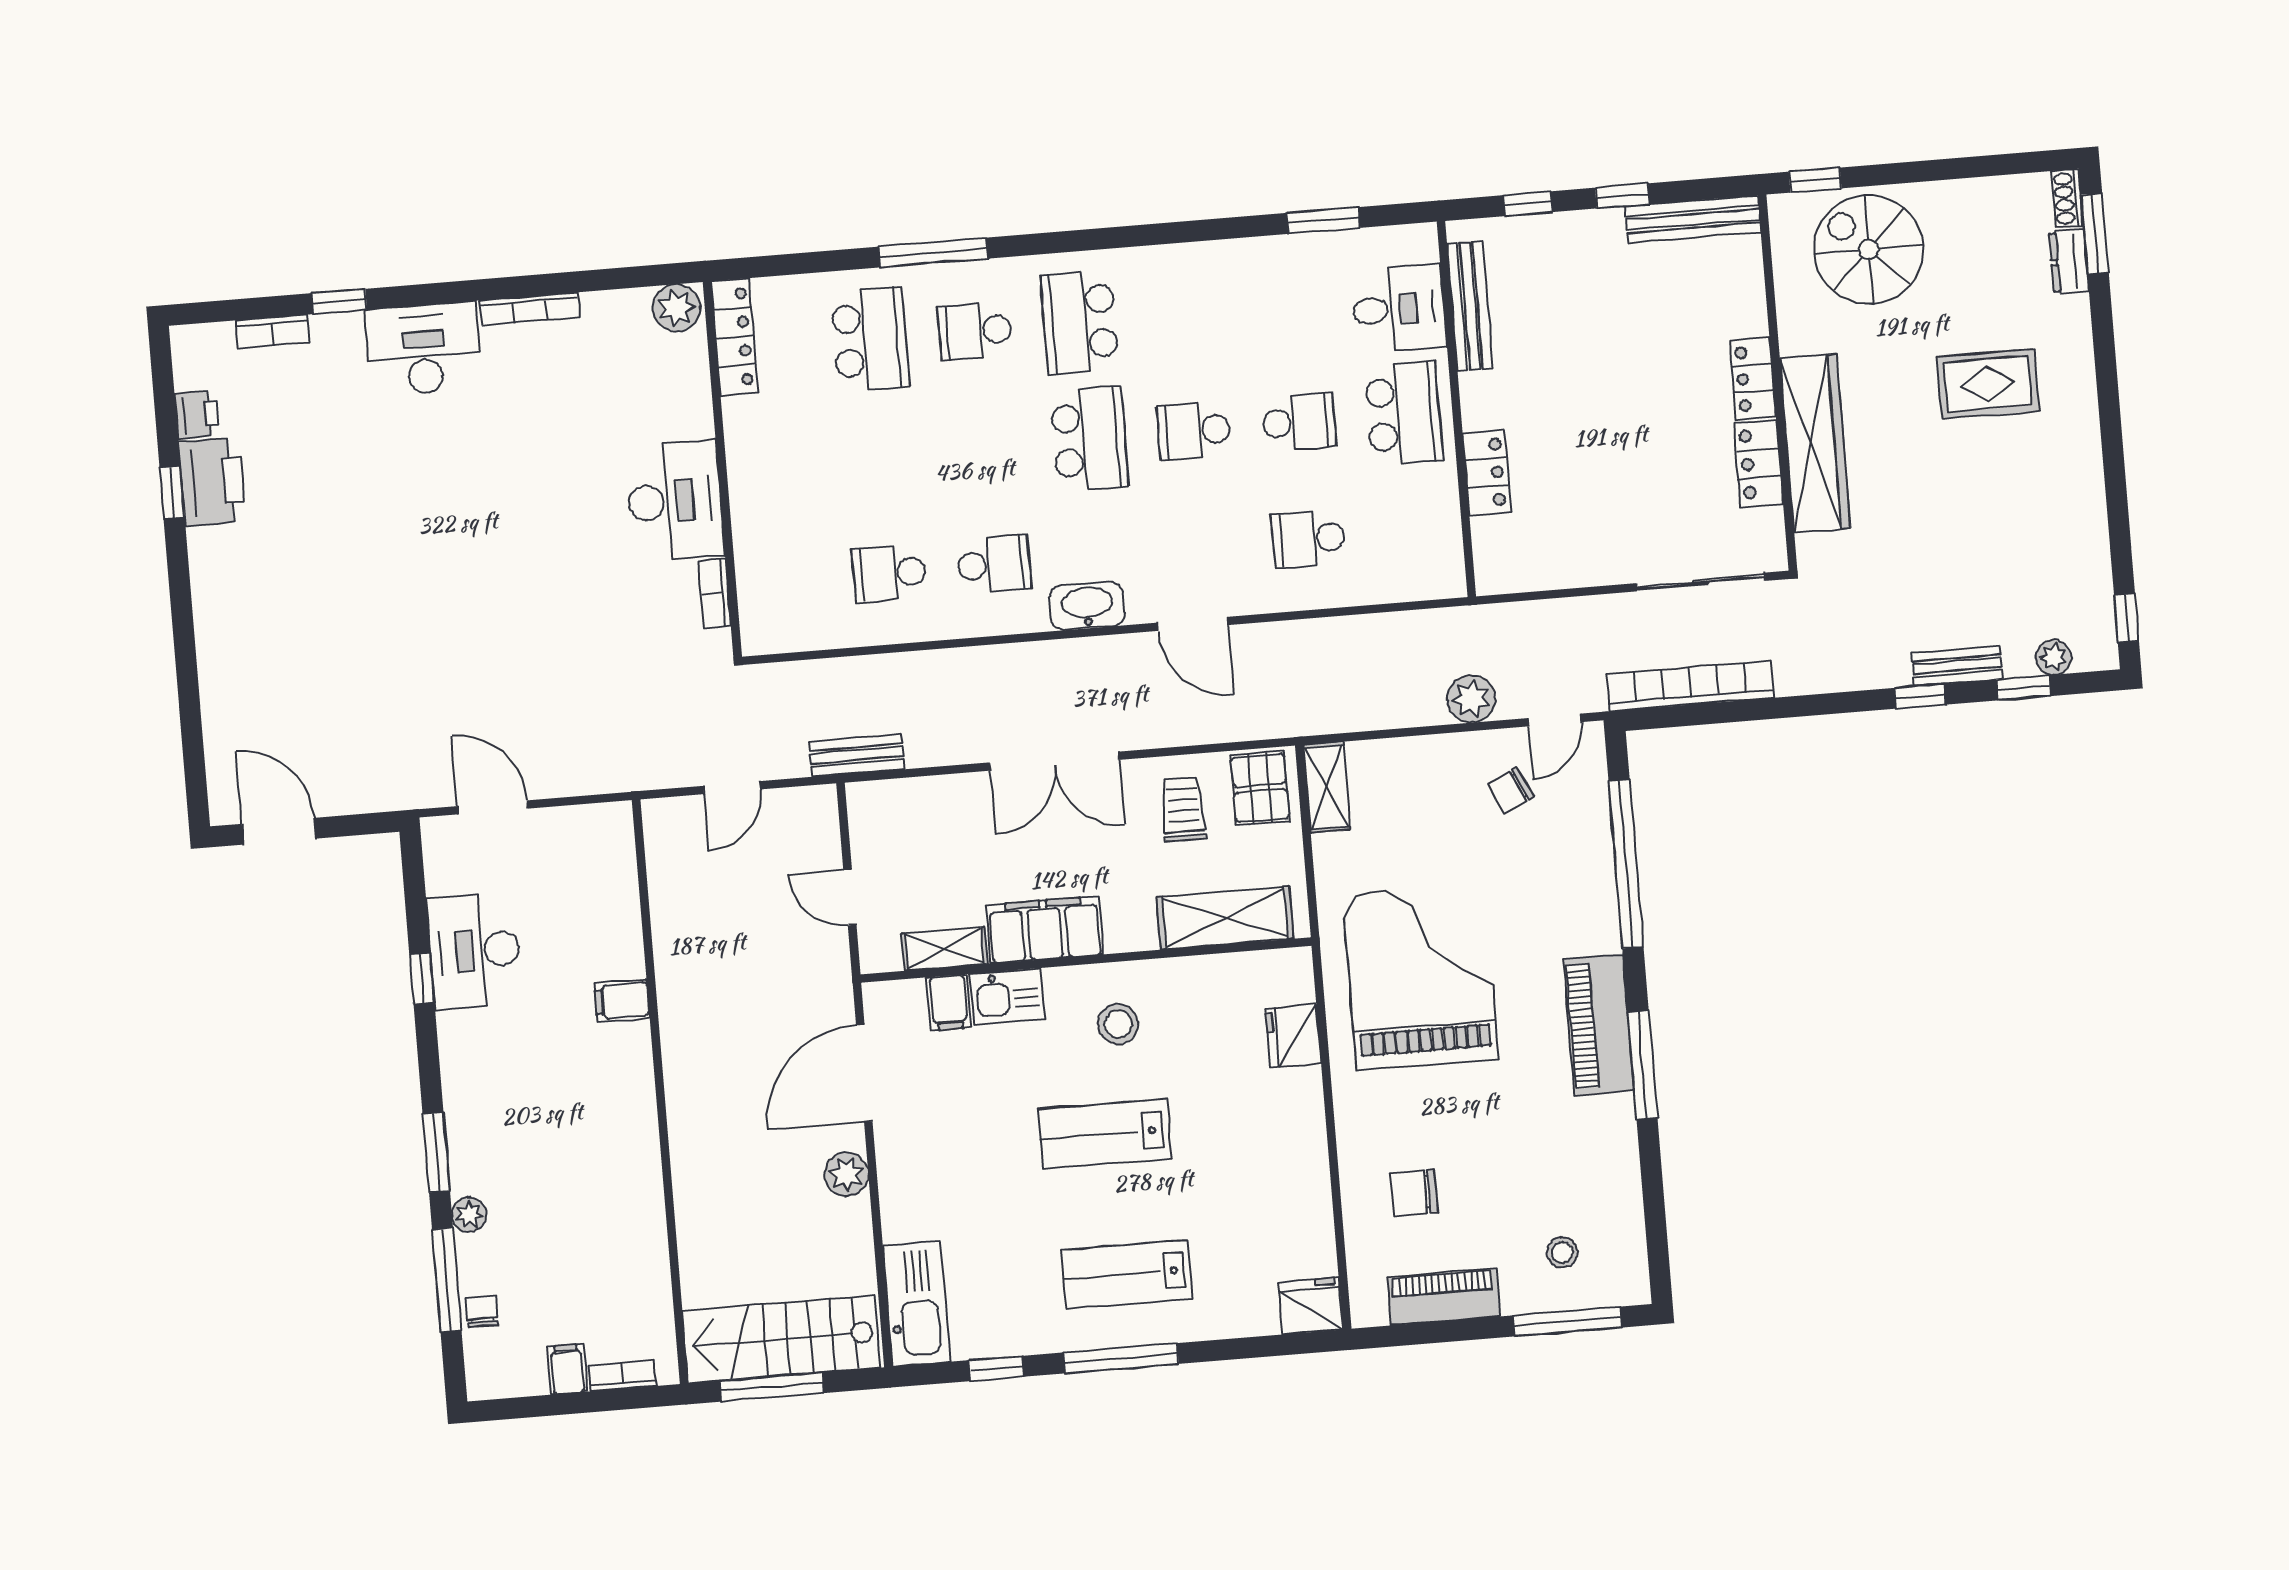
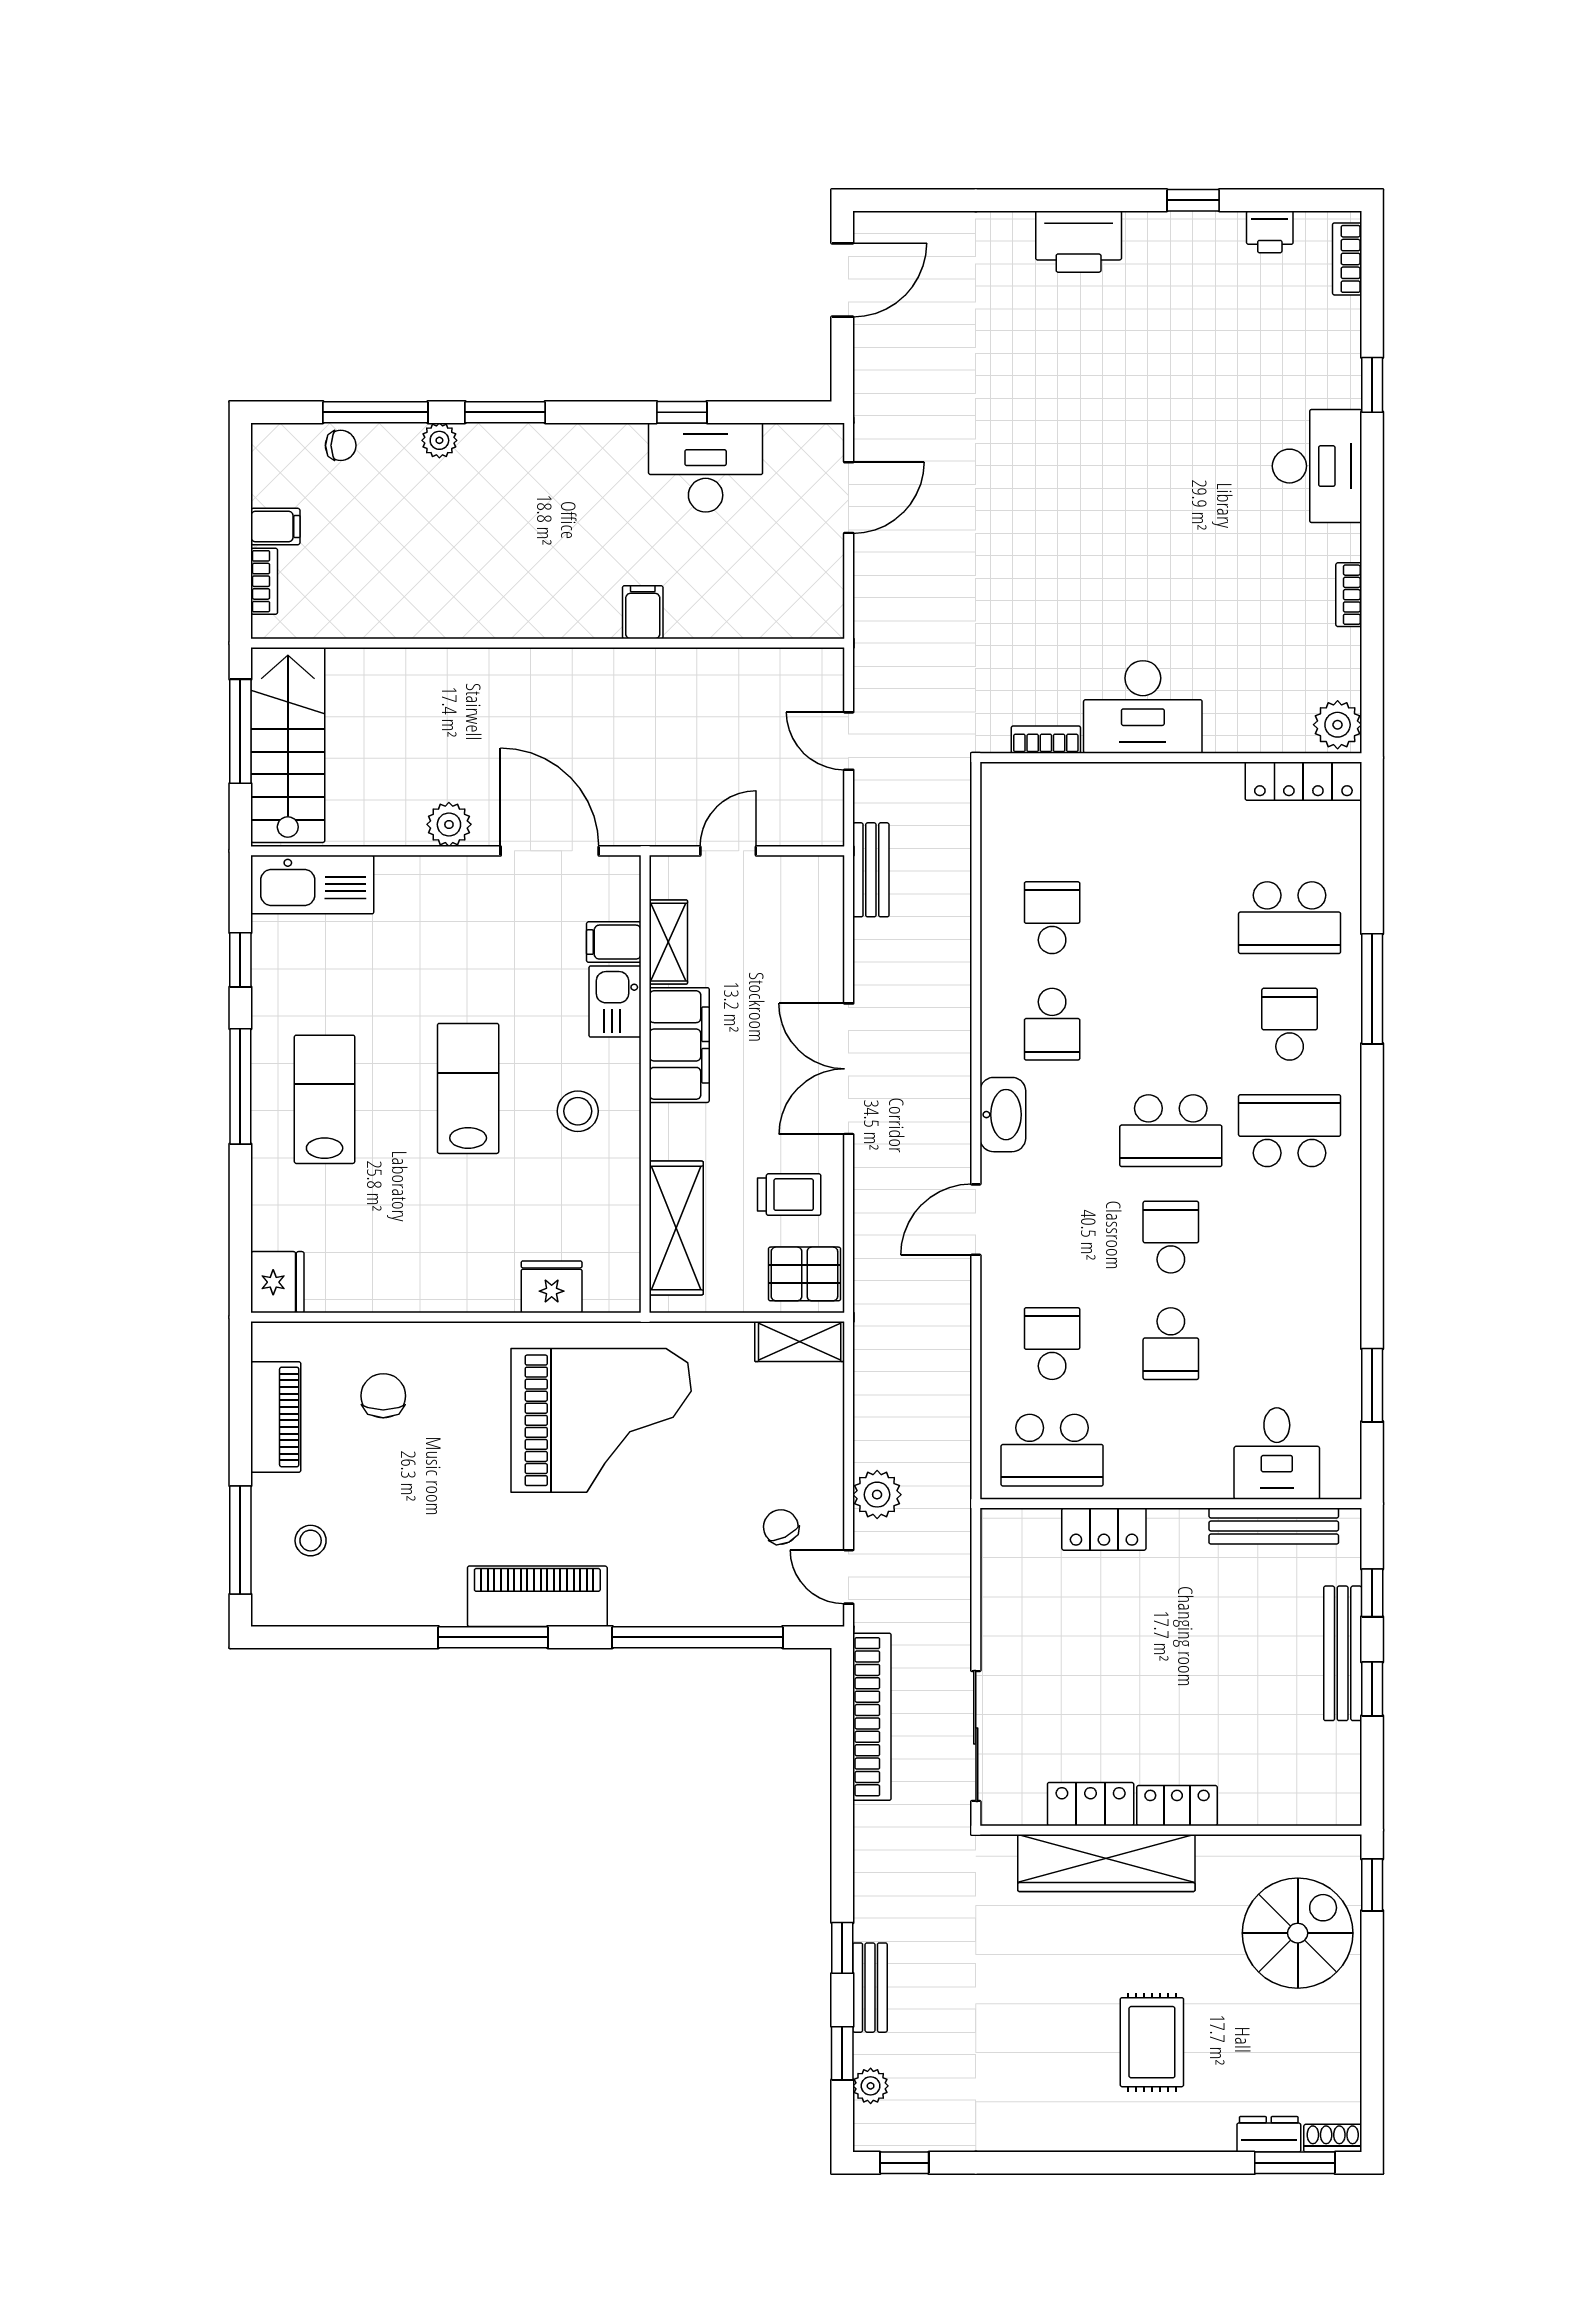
bench: (1693, 219) -> (1343, 1653), moved
bookcase: (530, 309) -> (1349, 595), width x0.64
bookcase: (272, 332) -> (1347, 259), moved
school desk: (1404, 413) -> (1052, 1450), moved
printer: (212, 482) -> (1079, 242), moved

